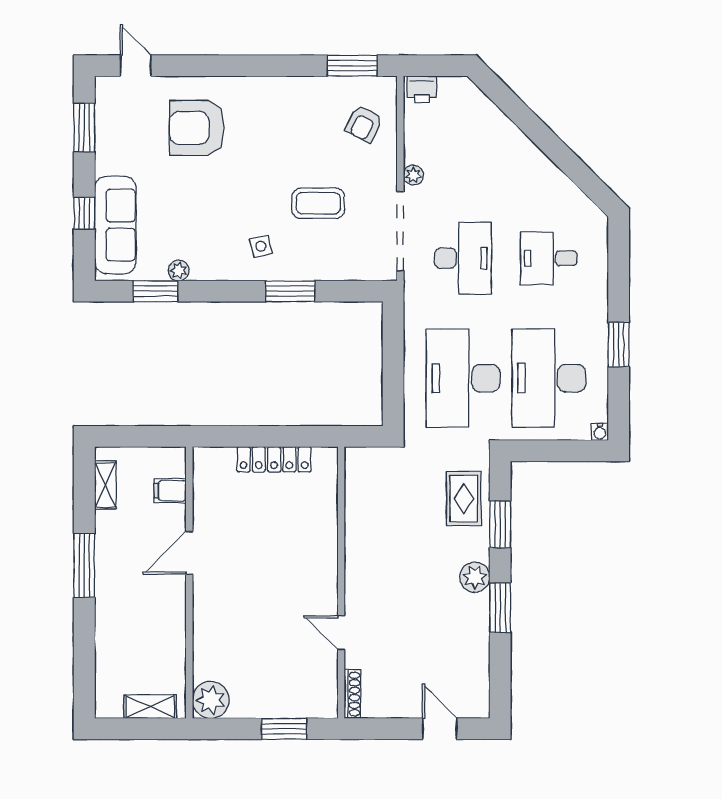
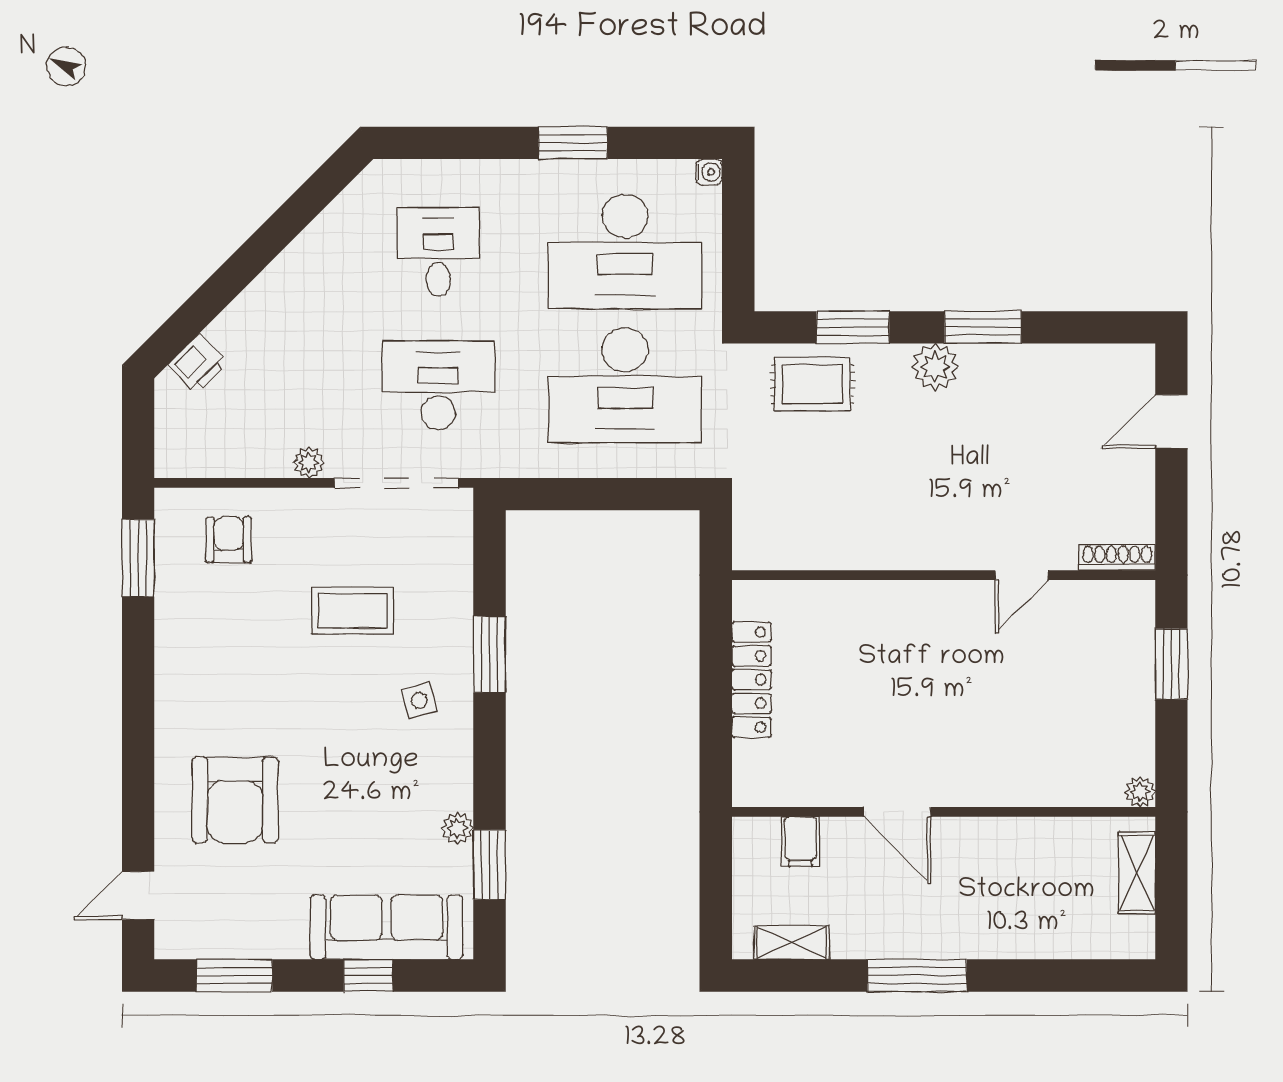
printer: (422, 89) -> (198, 364), moved, turned 45
armchair: (364, 124) -> (229, 540), turned -117
coffee table: (318, 203) -> (353, 611), turned 90
desk: (549, 258) -> (438, 252), turned 180
plant: (211, 700) -> (1140, 792), width x0.53, depth x0.53

